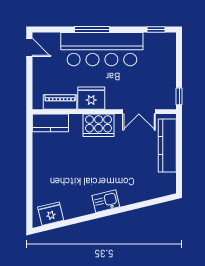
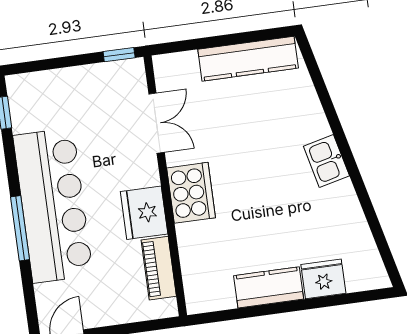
kitchen counter: (50, 123) -> (269, 287), moved, turned -90
kitchen counter: (167, 145) -> (248, 59), moved
fridge: (51, 214) -> (323, 279), moved, turned 104

